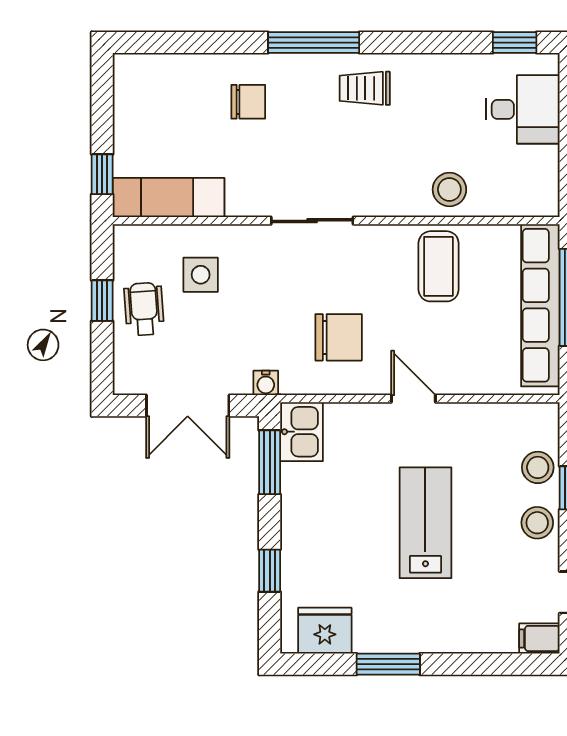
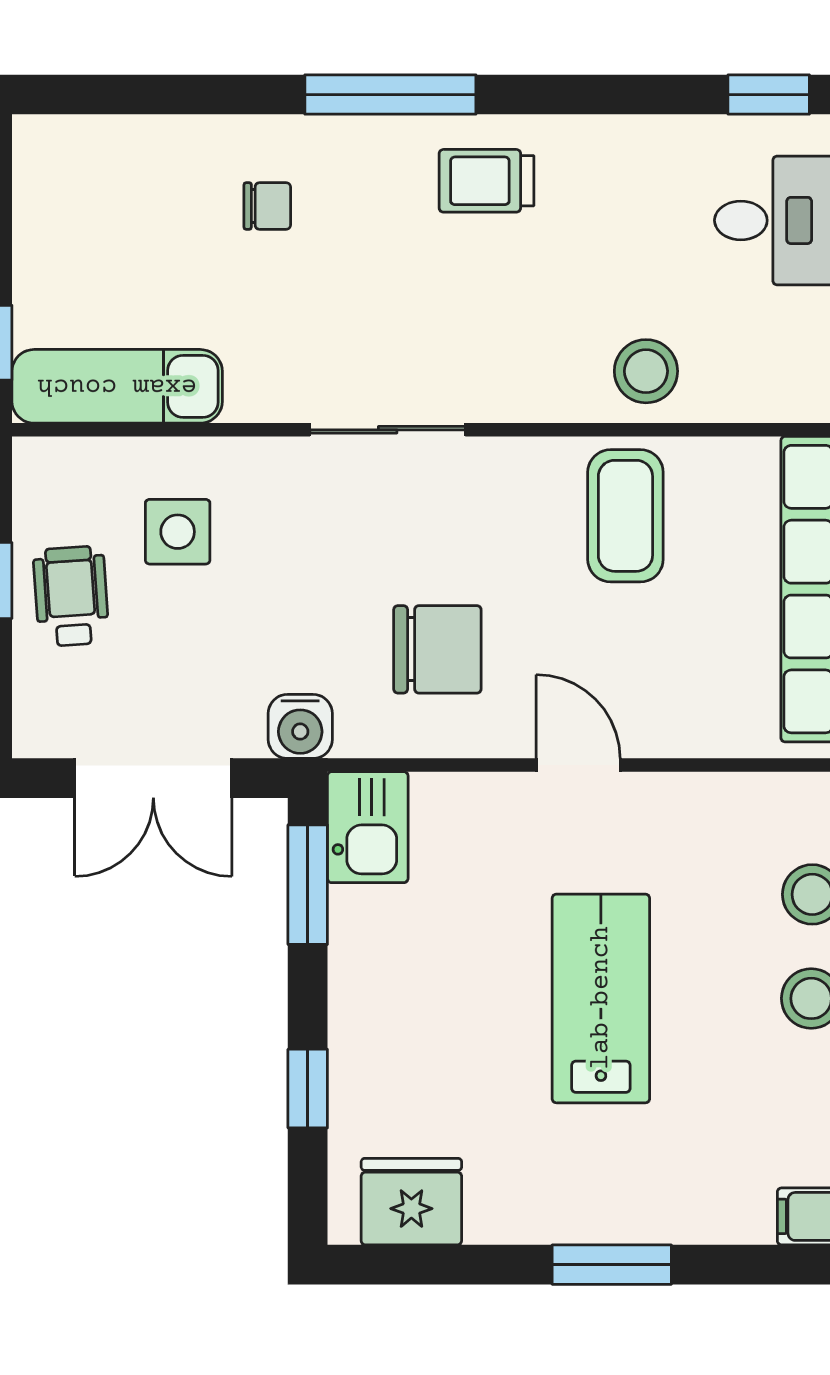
chair: (248, 102) -> (267, 206), width x0.73, depth x0.73
water cooler: (266, 383) -> (300, 726), width x1.38, depth x1.38
window: (388, 664) -> (612, 1265), moved

